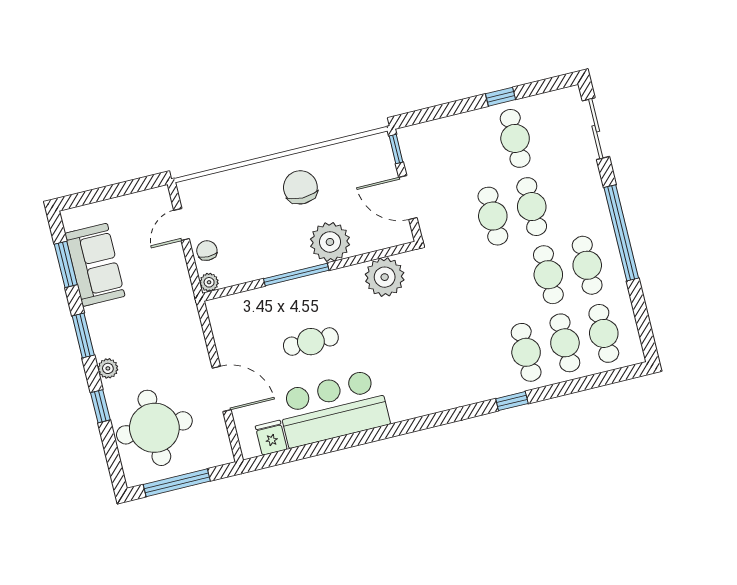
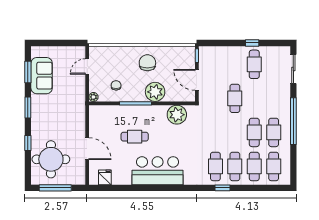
cafe table: (532, 207) -> (215, 166), moved
chair: (207, 251) -> (116, 85), moved
plant: (108, 368) -> (36, 126), removed
bar counter: (333, 408) -> (158, 171), moved

